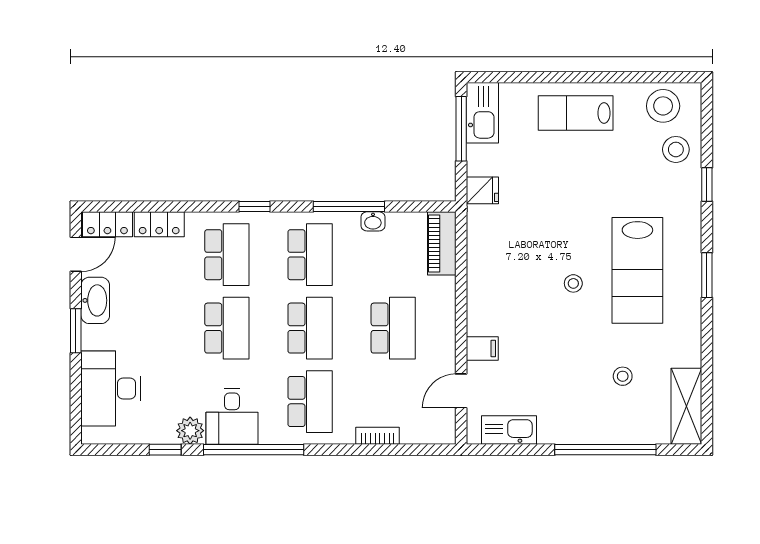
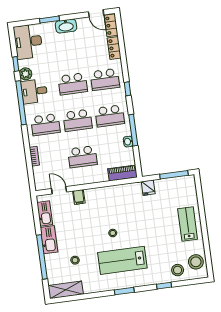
kitchen sink: (482, 113) -> (49, 240), moved, turned -90
washbasin: (95, 300) -> (66, 26), moved
window: (76, 331) -> (49, 20), moved
desk: (111, 389) -> (28, 42), moved, turned -90

